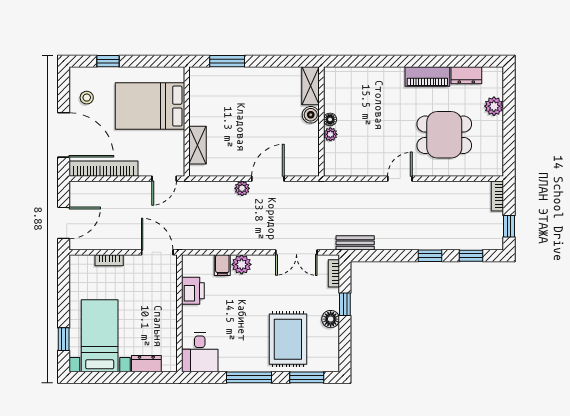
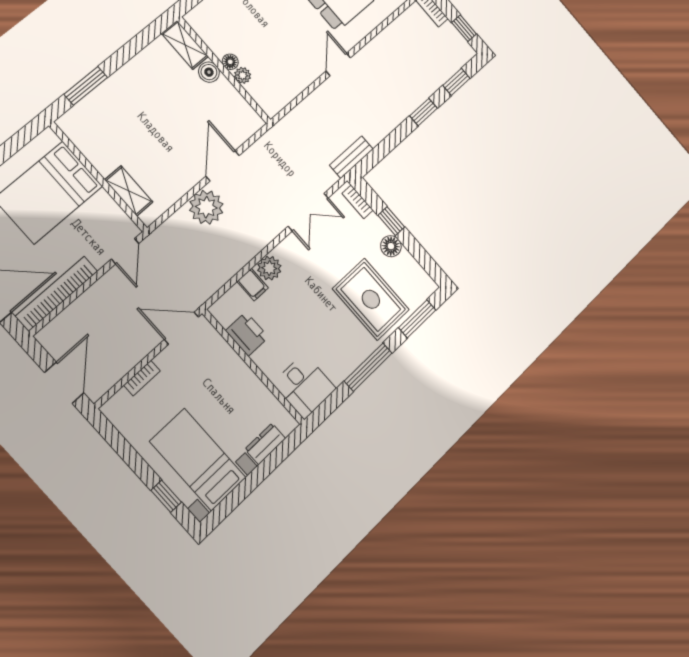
plant: (242, 188) -> (206, 207), width x1.87, depth x1.87

